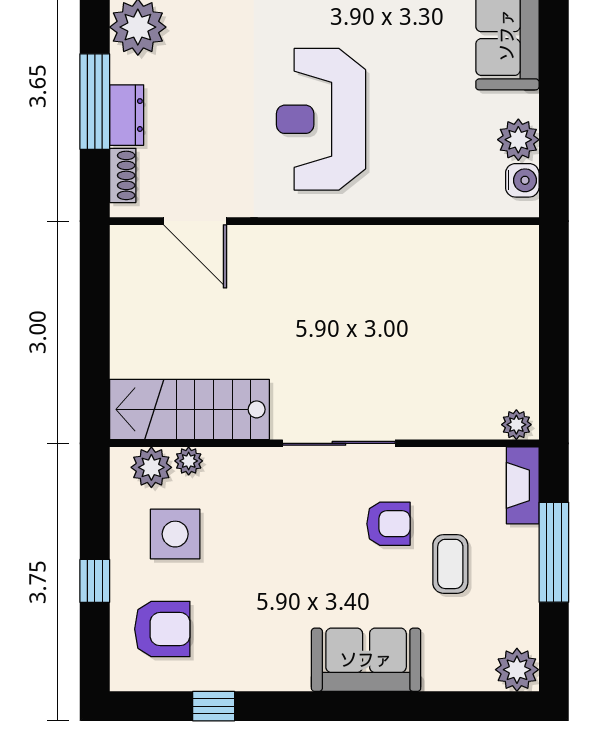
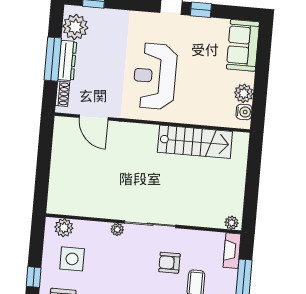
dresser: (127, 115) -> (67, 60), width x1.44
stairs: (189, 409) -> (195, 142), moved, turned 180
plant: (189, 461) -> (117, 229), moved
armchair: (388, 524) -> (169, 263), turned 180

